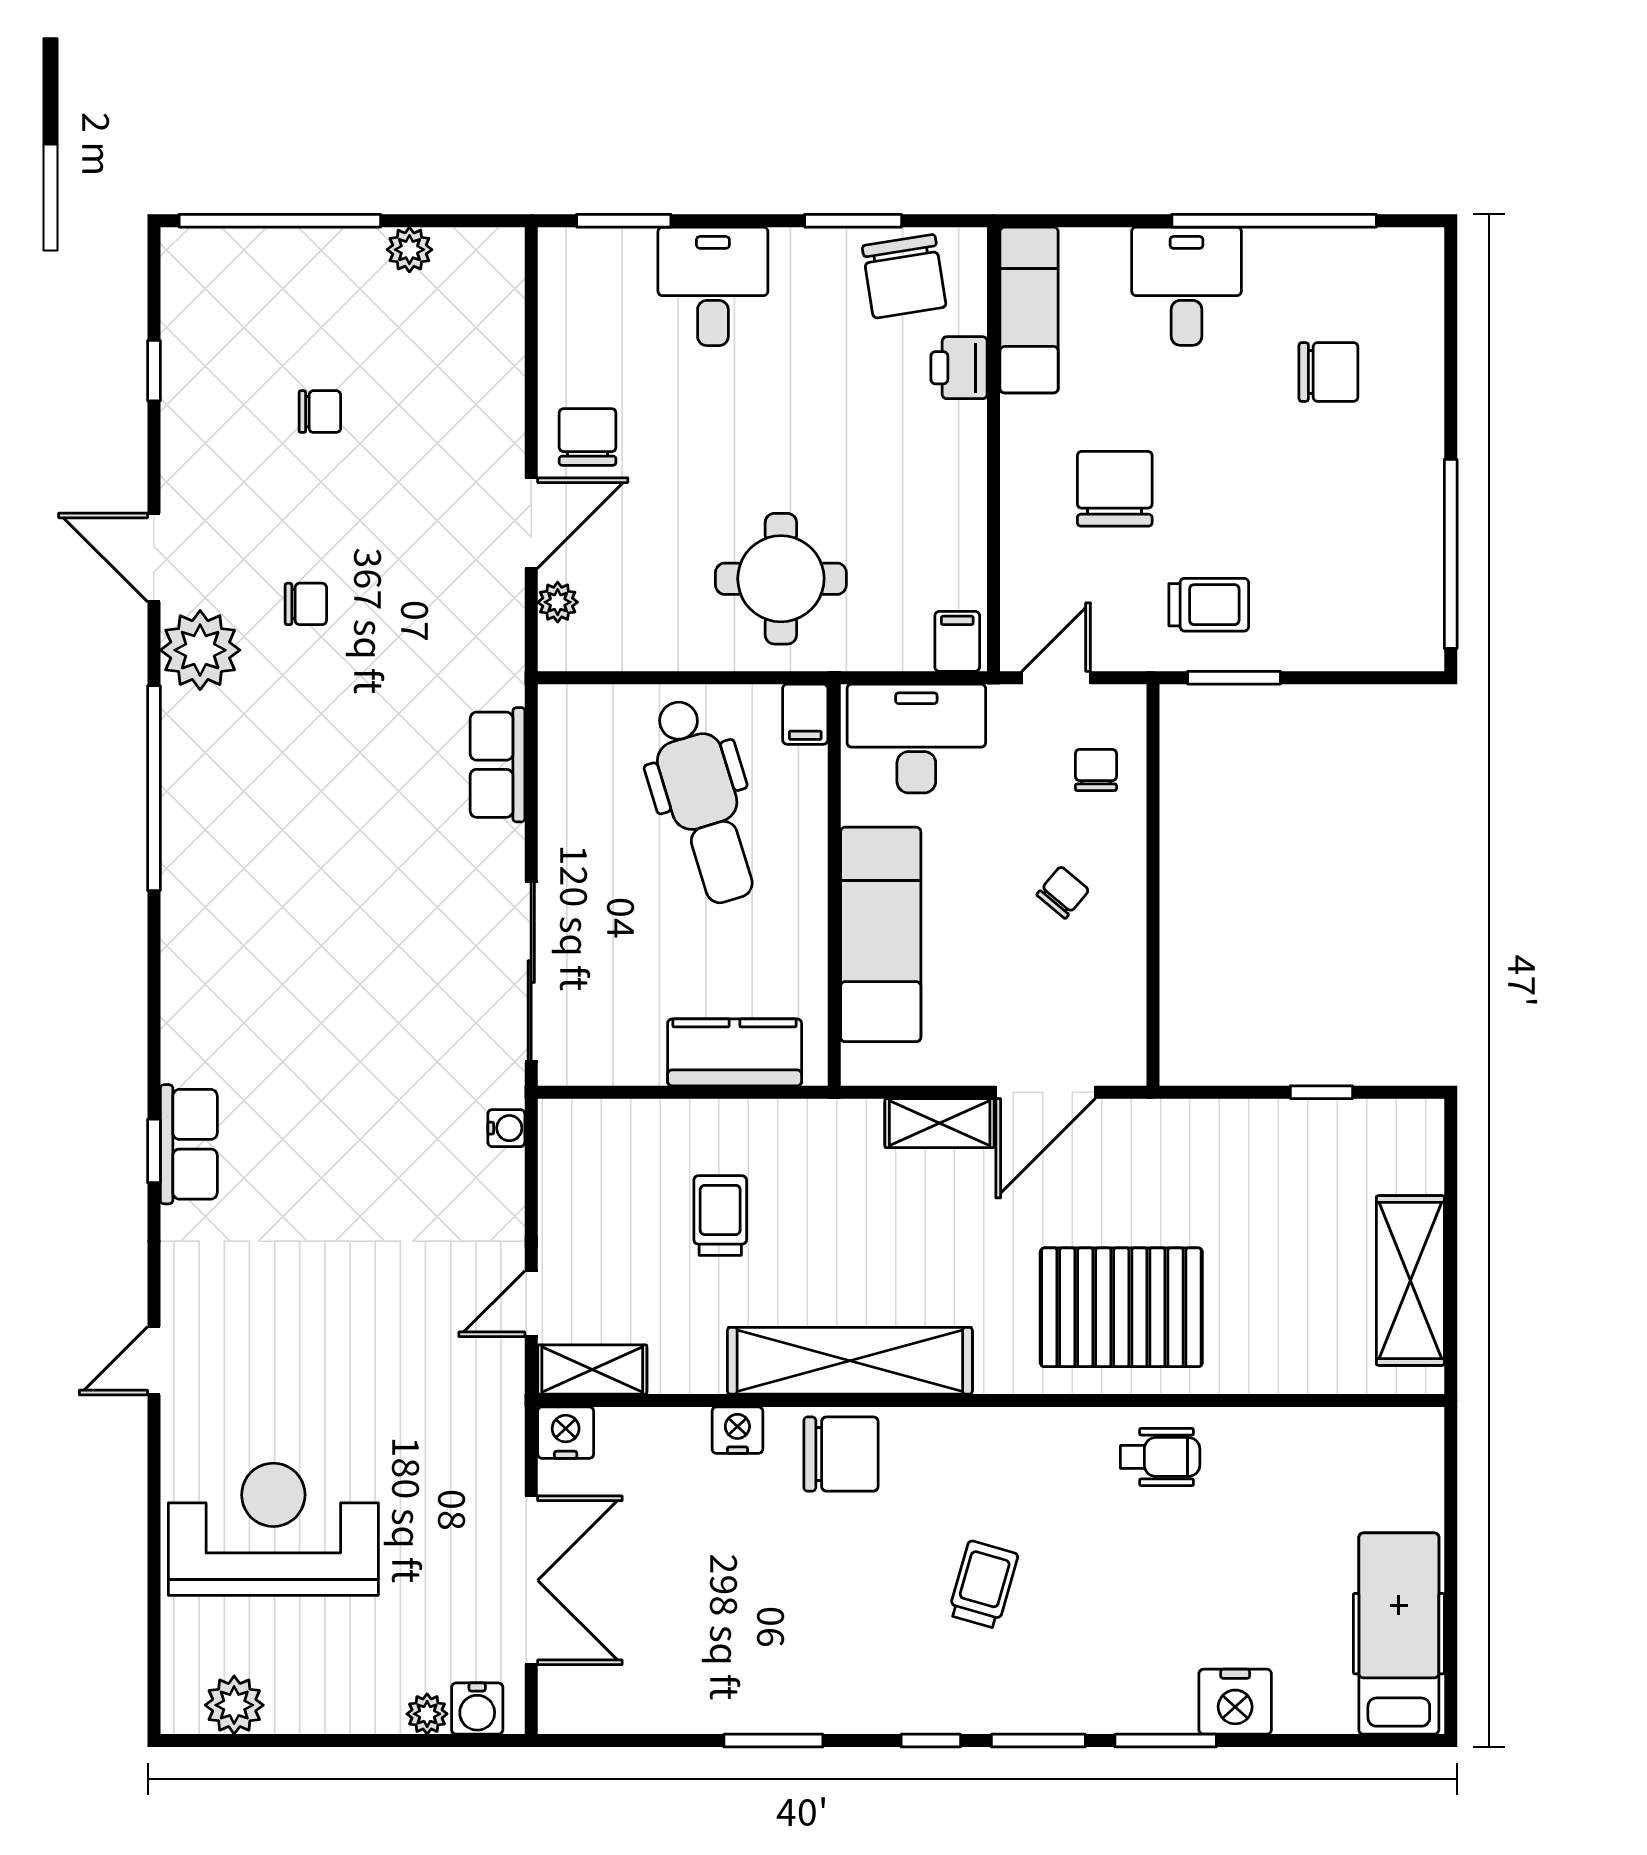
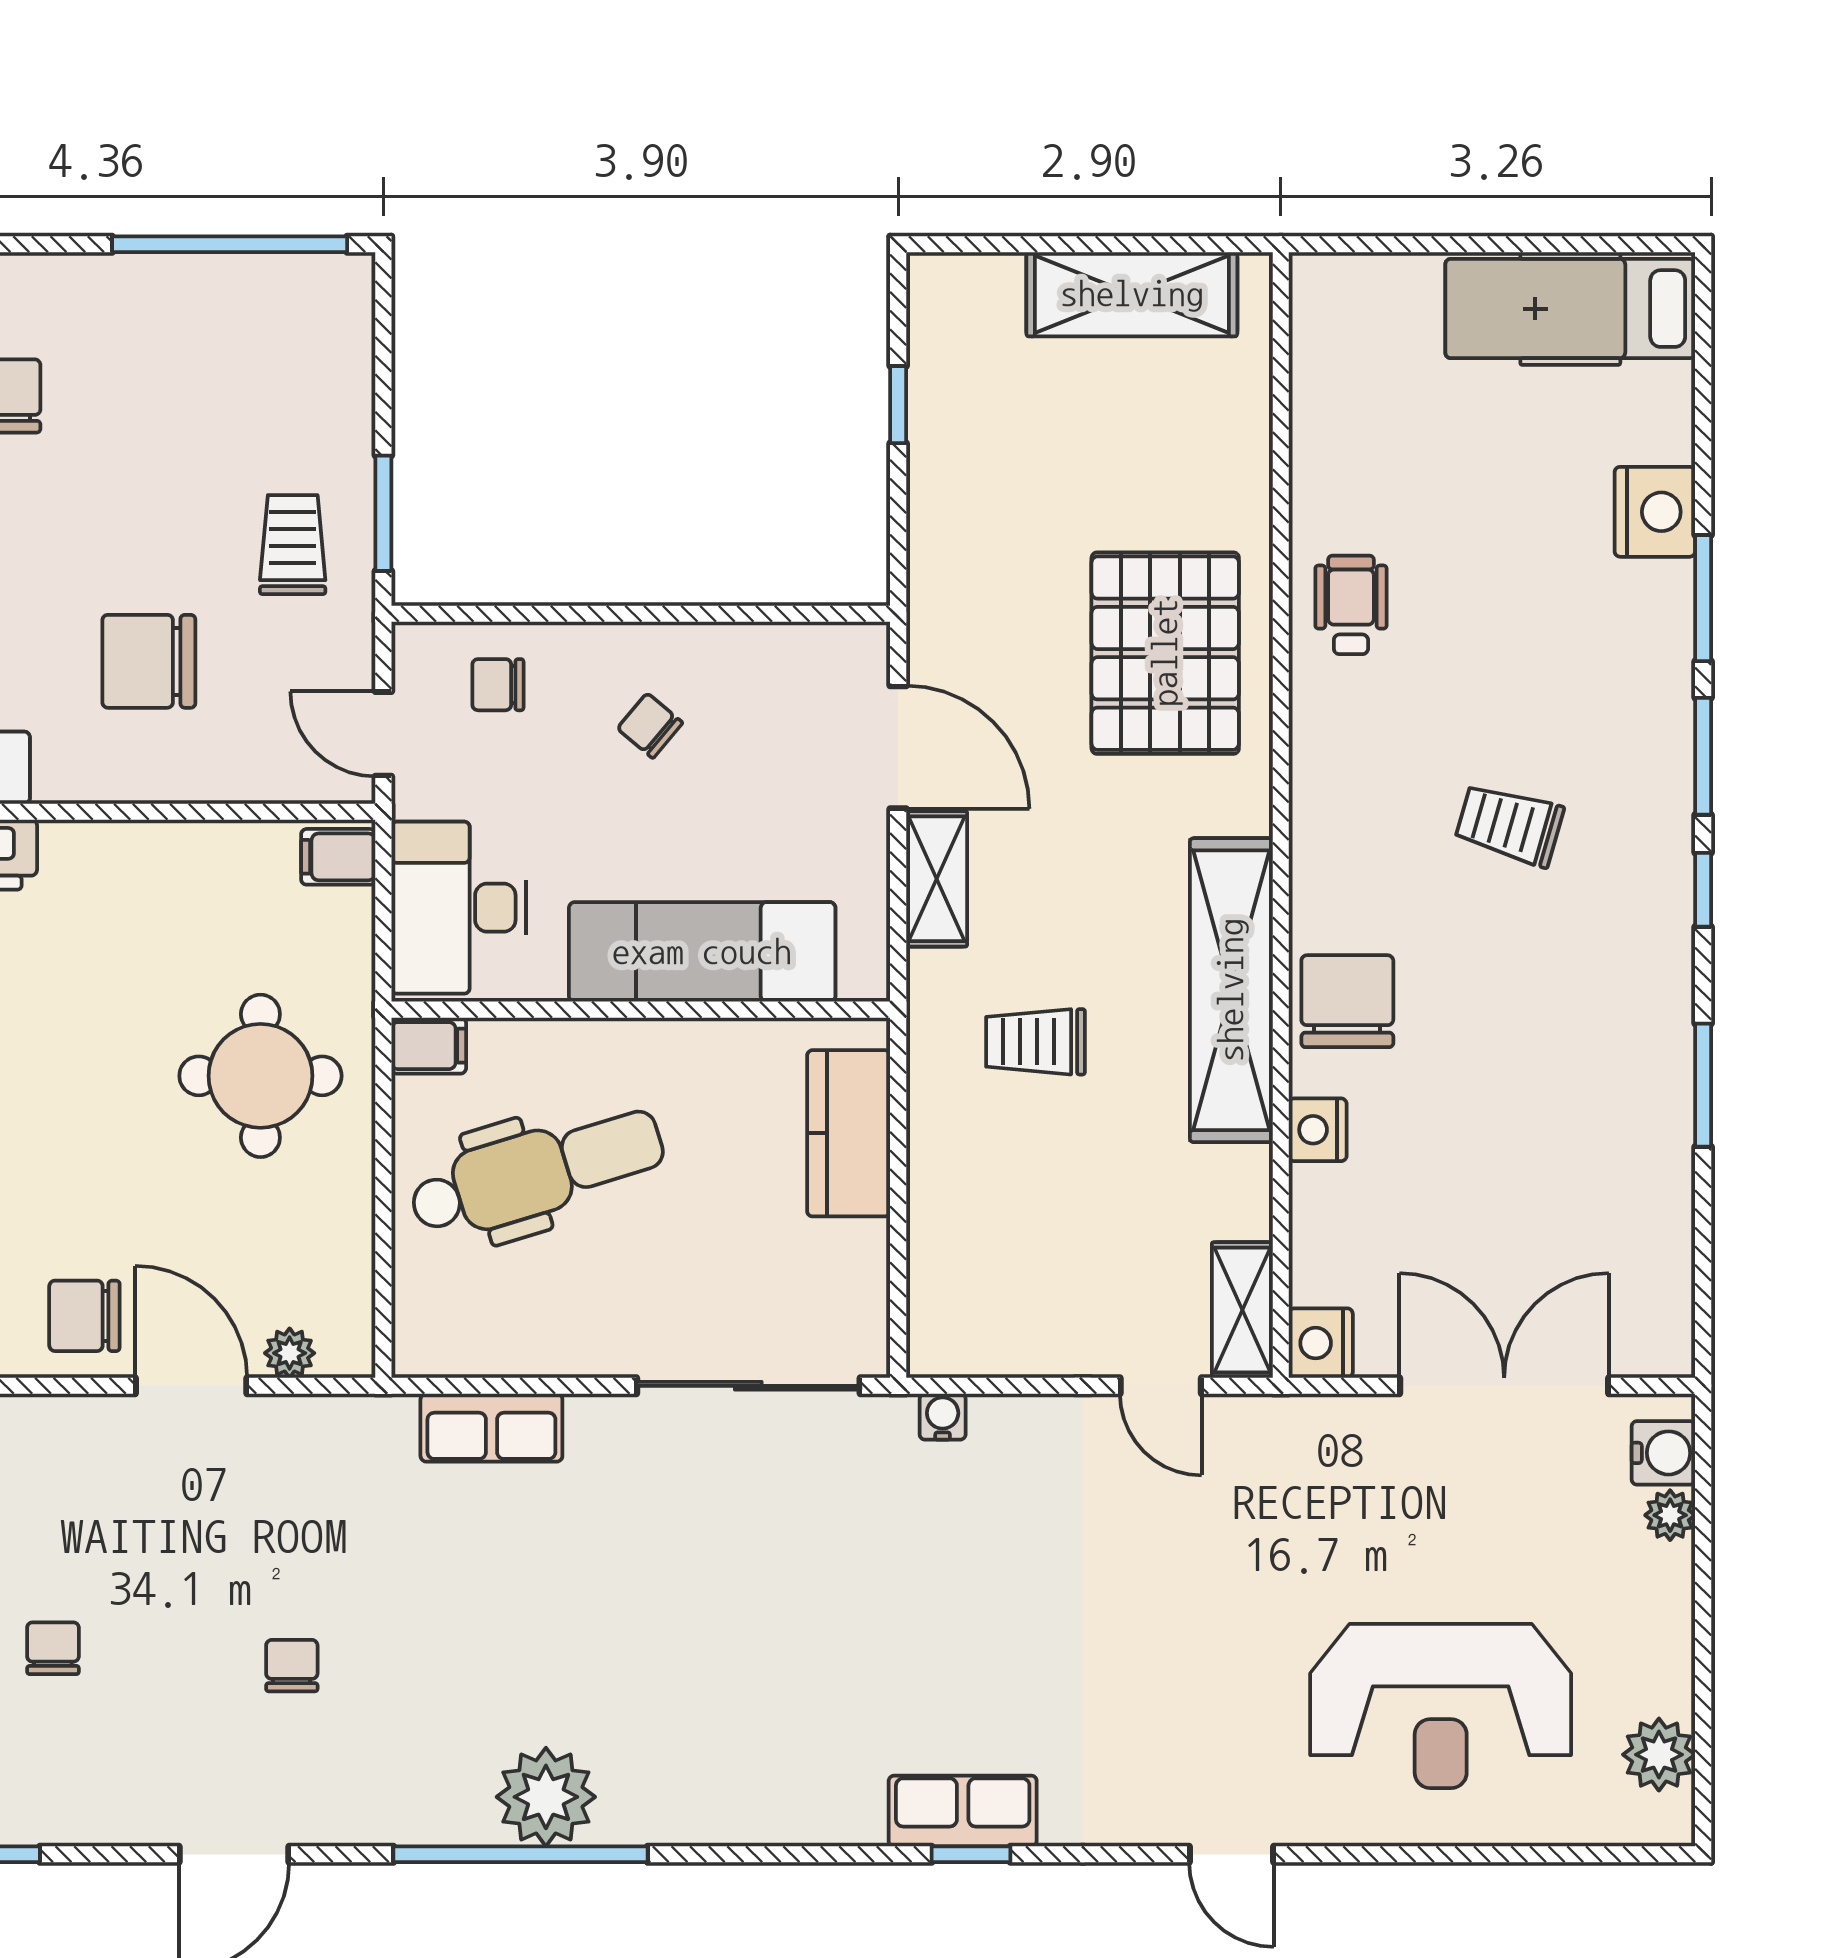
plant: (200, 650) -> (546, 1797), moved
trolley: (720, 1216) -> (1036, 1042), moved
reception desk: (273, 1529) -> (1441, 1706), turned -90

